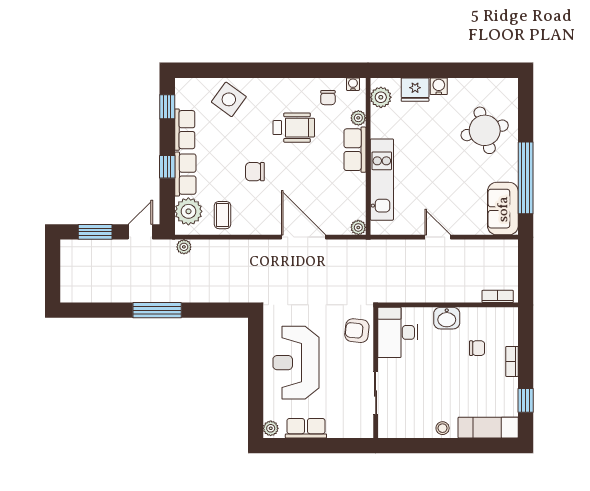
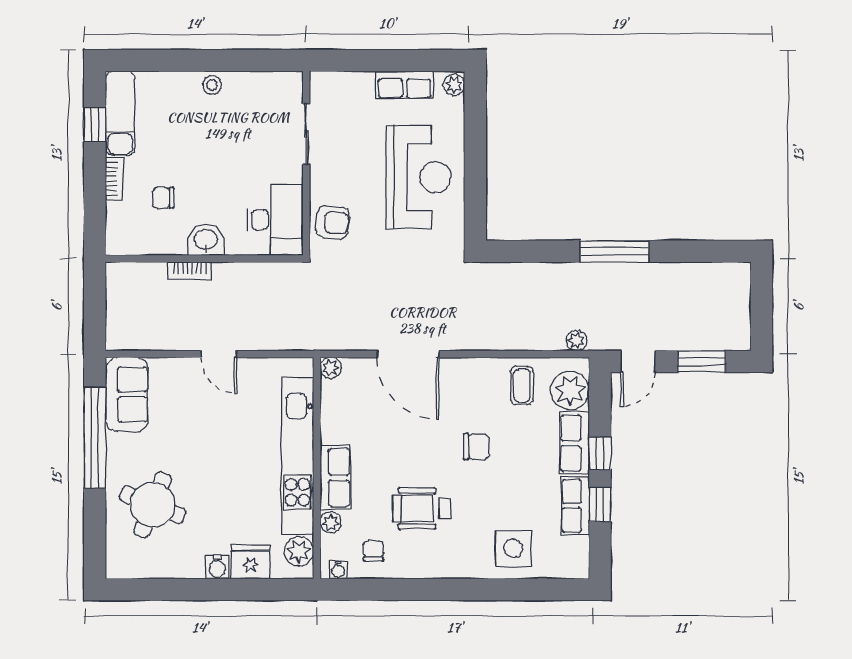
side table: (229, 99) -> (513, 548), turned -36
window: (167, 107) -> (600, 505), moved
round table: (485, 130) -> (153, 505), turned 37
kitchen unit: (382, 180) -> (297, 456), width x1.36
bookcase: (498, 296) -> (190, 271), moved
exam couch: (488, 428) -> (120, 113), moved, turned -90

